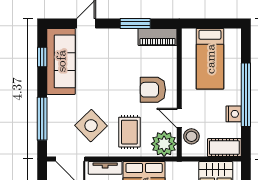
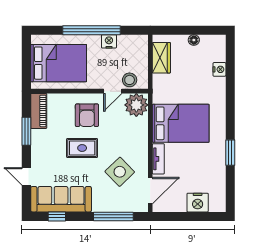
bed: (210, 59) -> (59, 63), width x1.50
rug: (129, 132) -> (82, 148), moved
cot: (224, 148) -> (140, 50), removed

